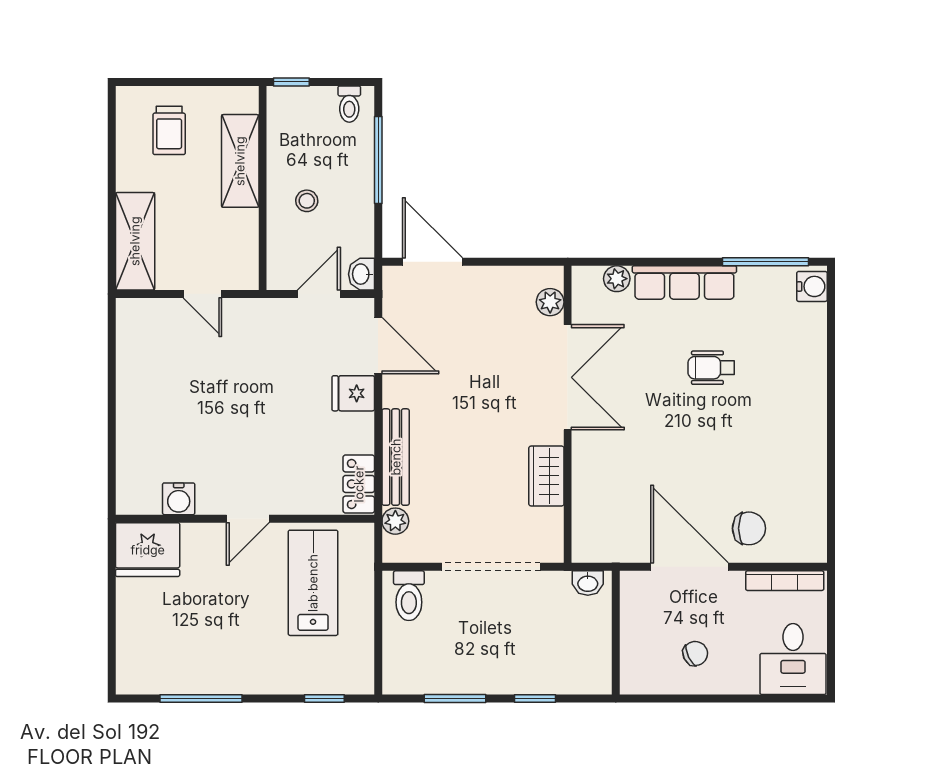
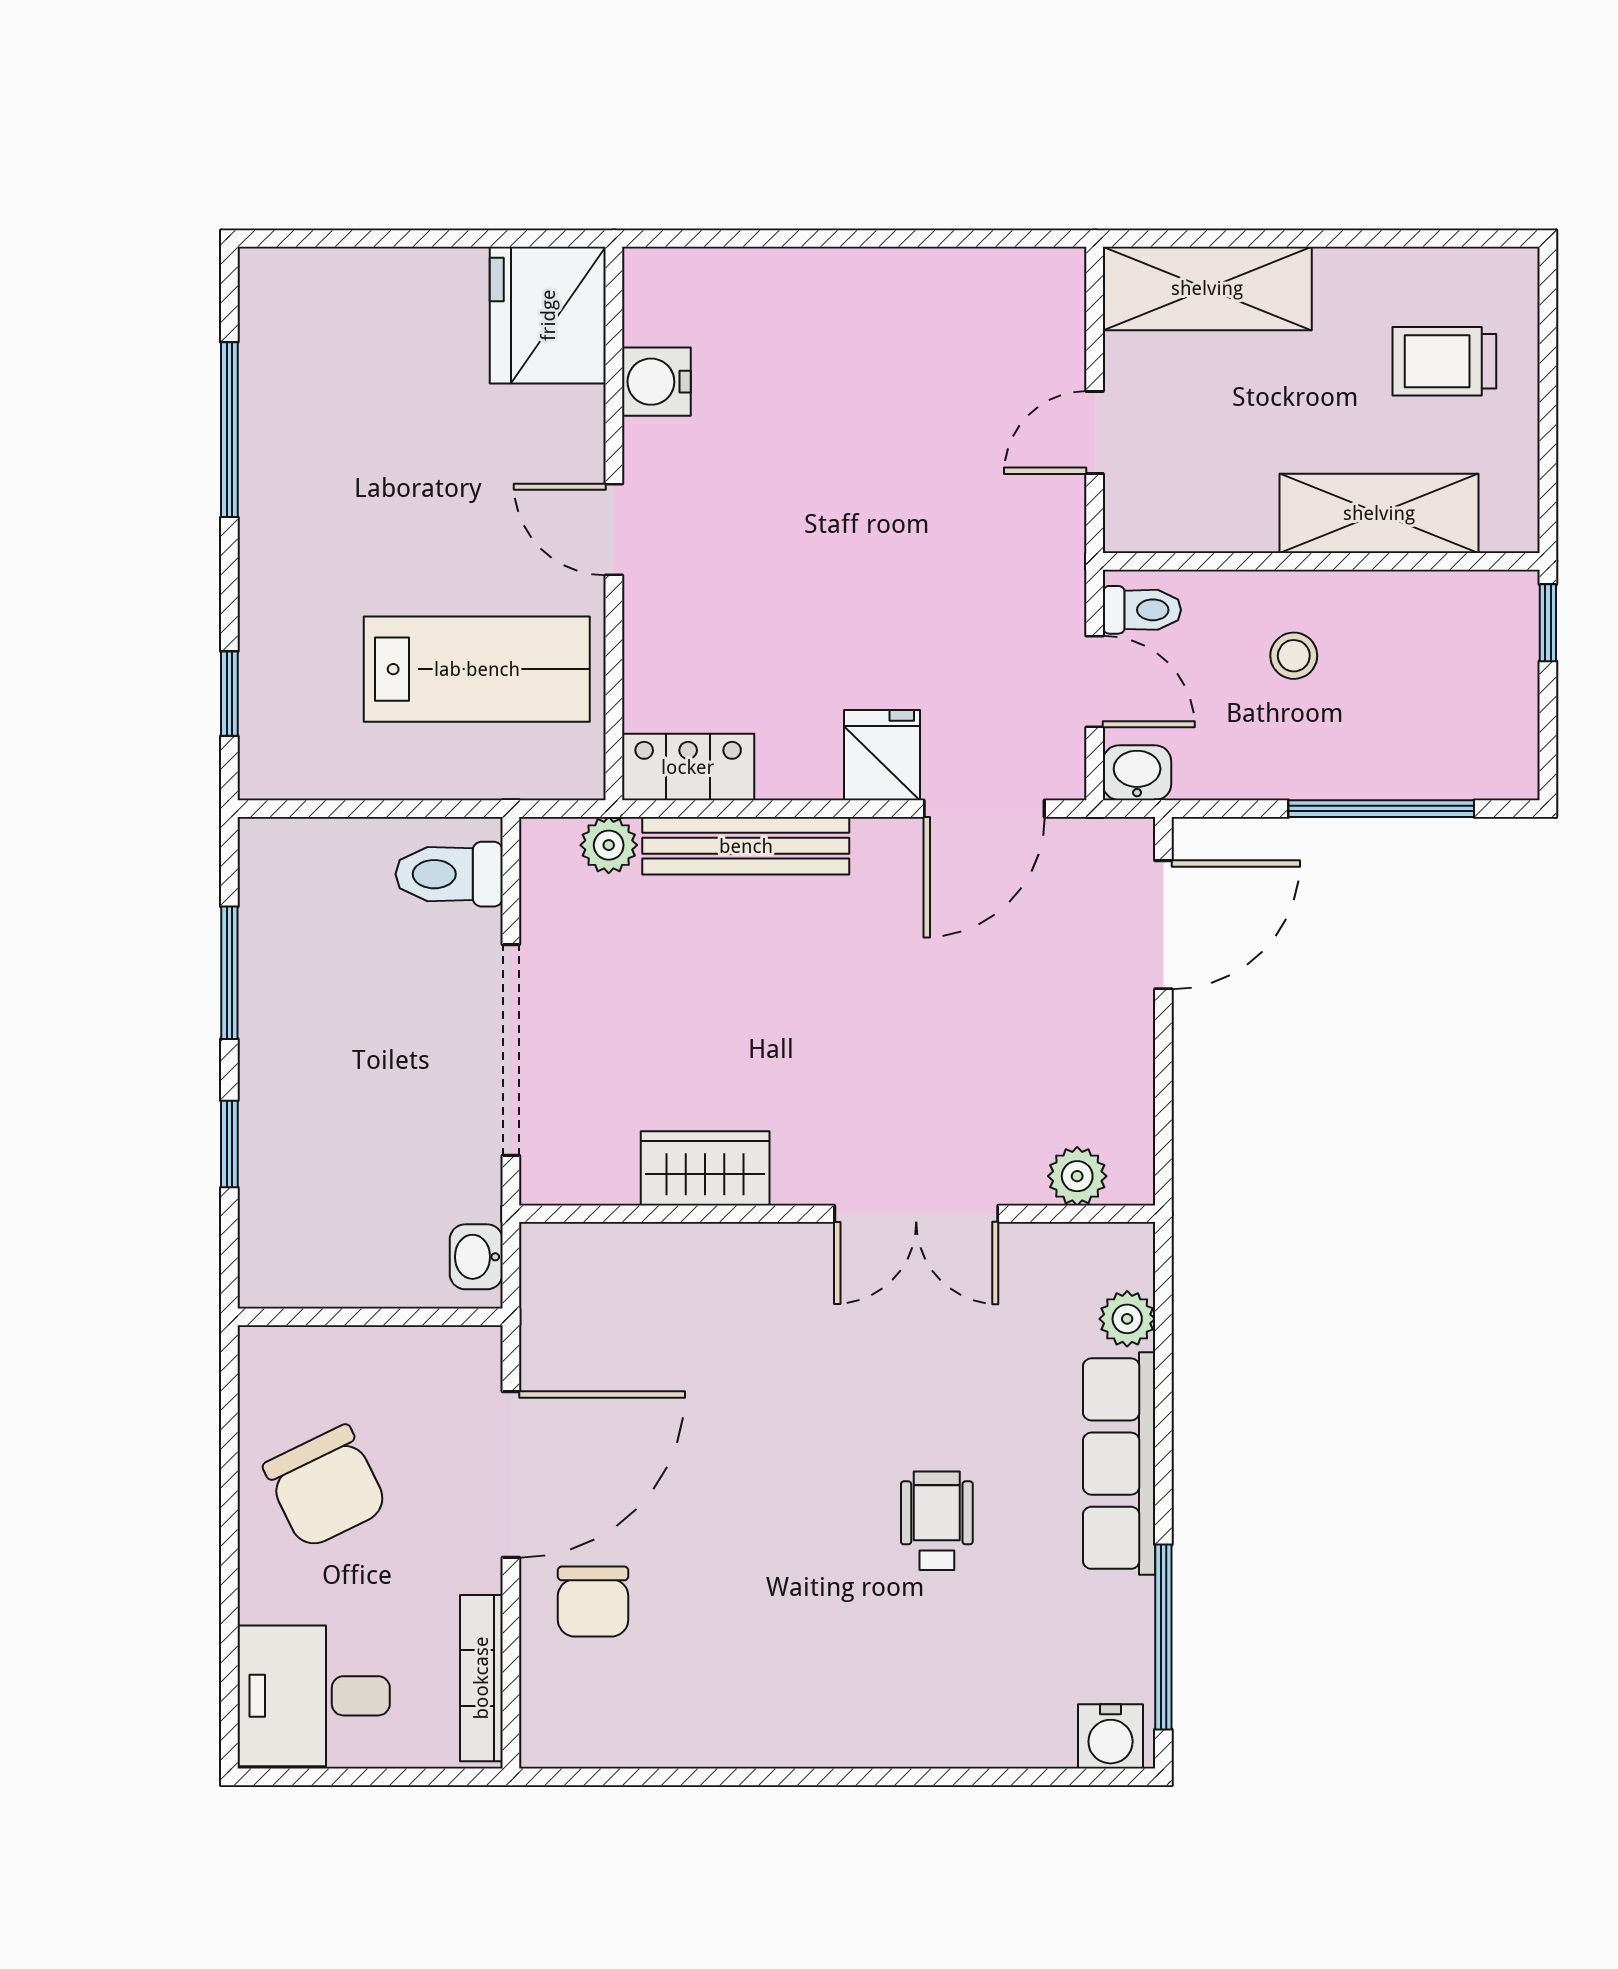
toilet: (349, 104) -> (1142, 610), moved, turned 180
double door: (568, 377) -> (916, 1214), width x0.73
chair: (695, 653) -> (326, 1487), width x1.87, depth x1.87

